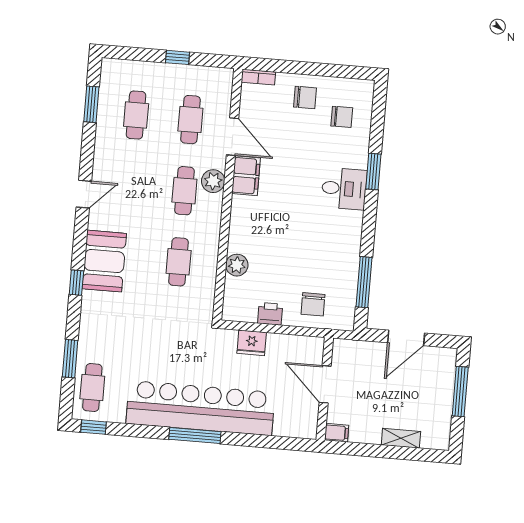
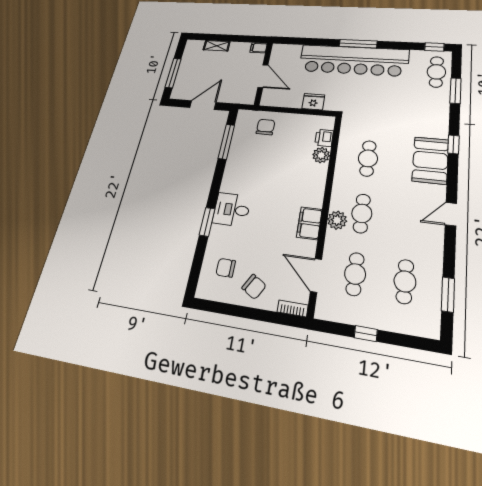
chair: (305, 97) -> (254, 287), turned -149
door: (233, 137) -> (316, 275), moved
printer: (270, 314) -> (324, 138), moved, turned 90

